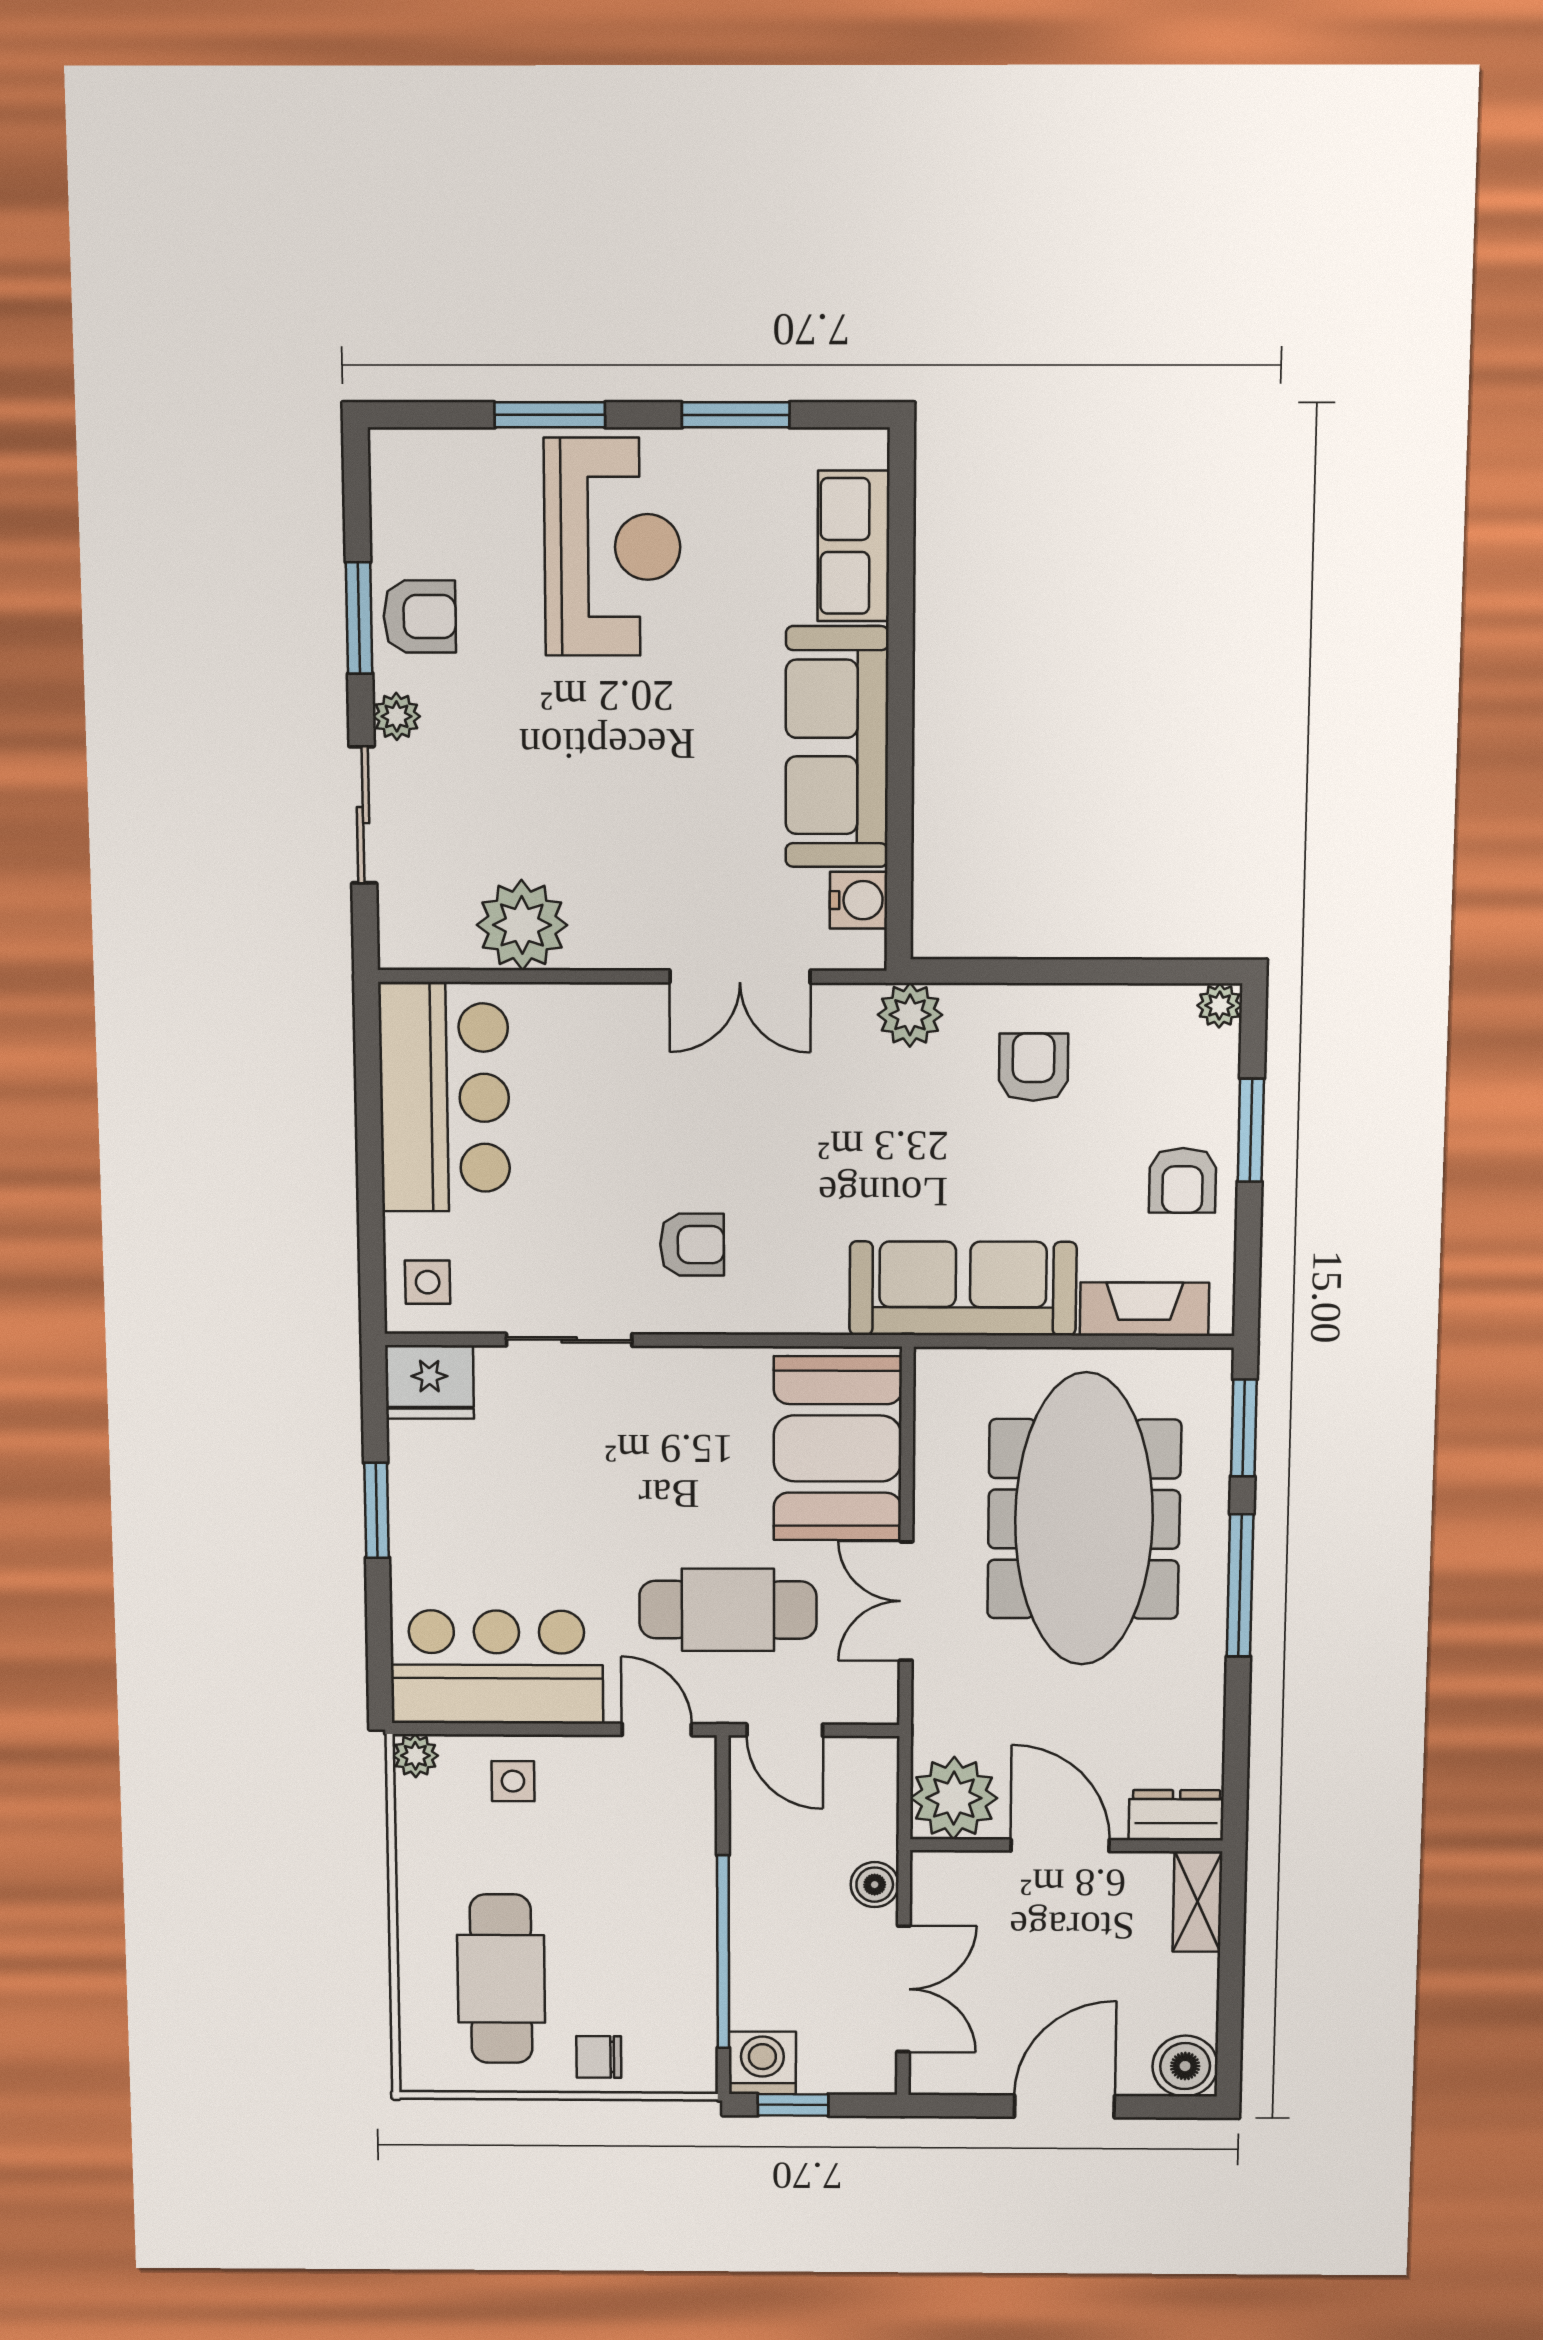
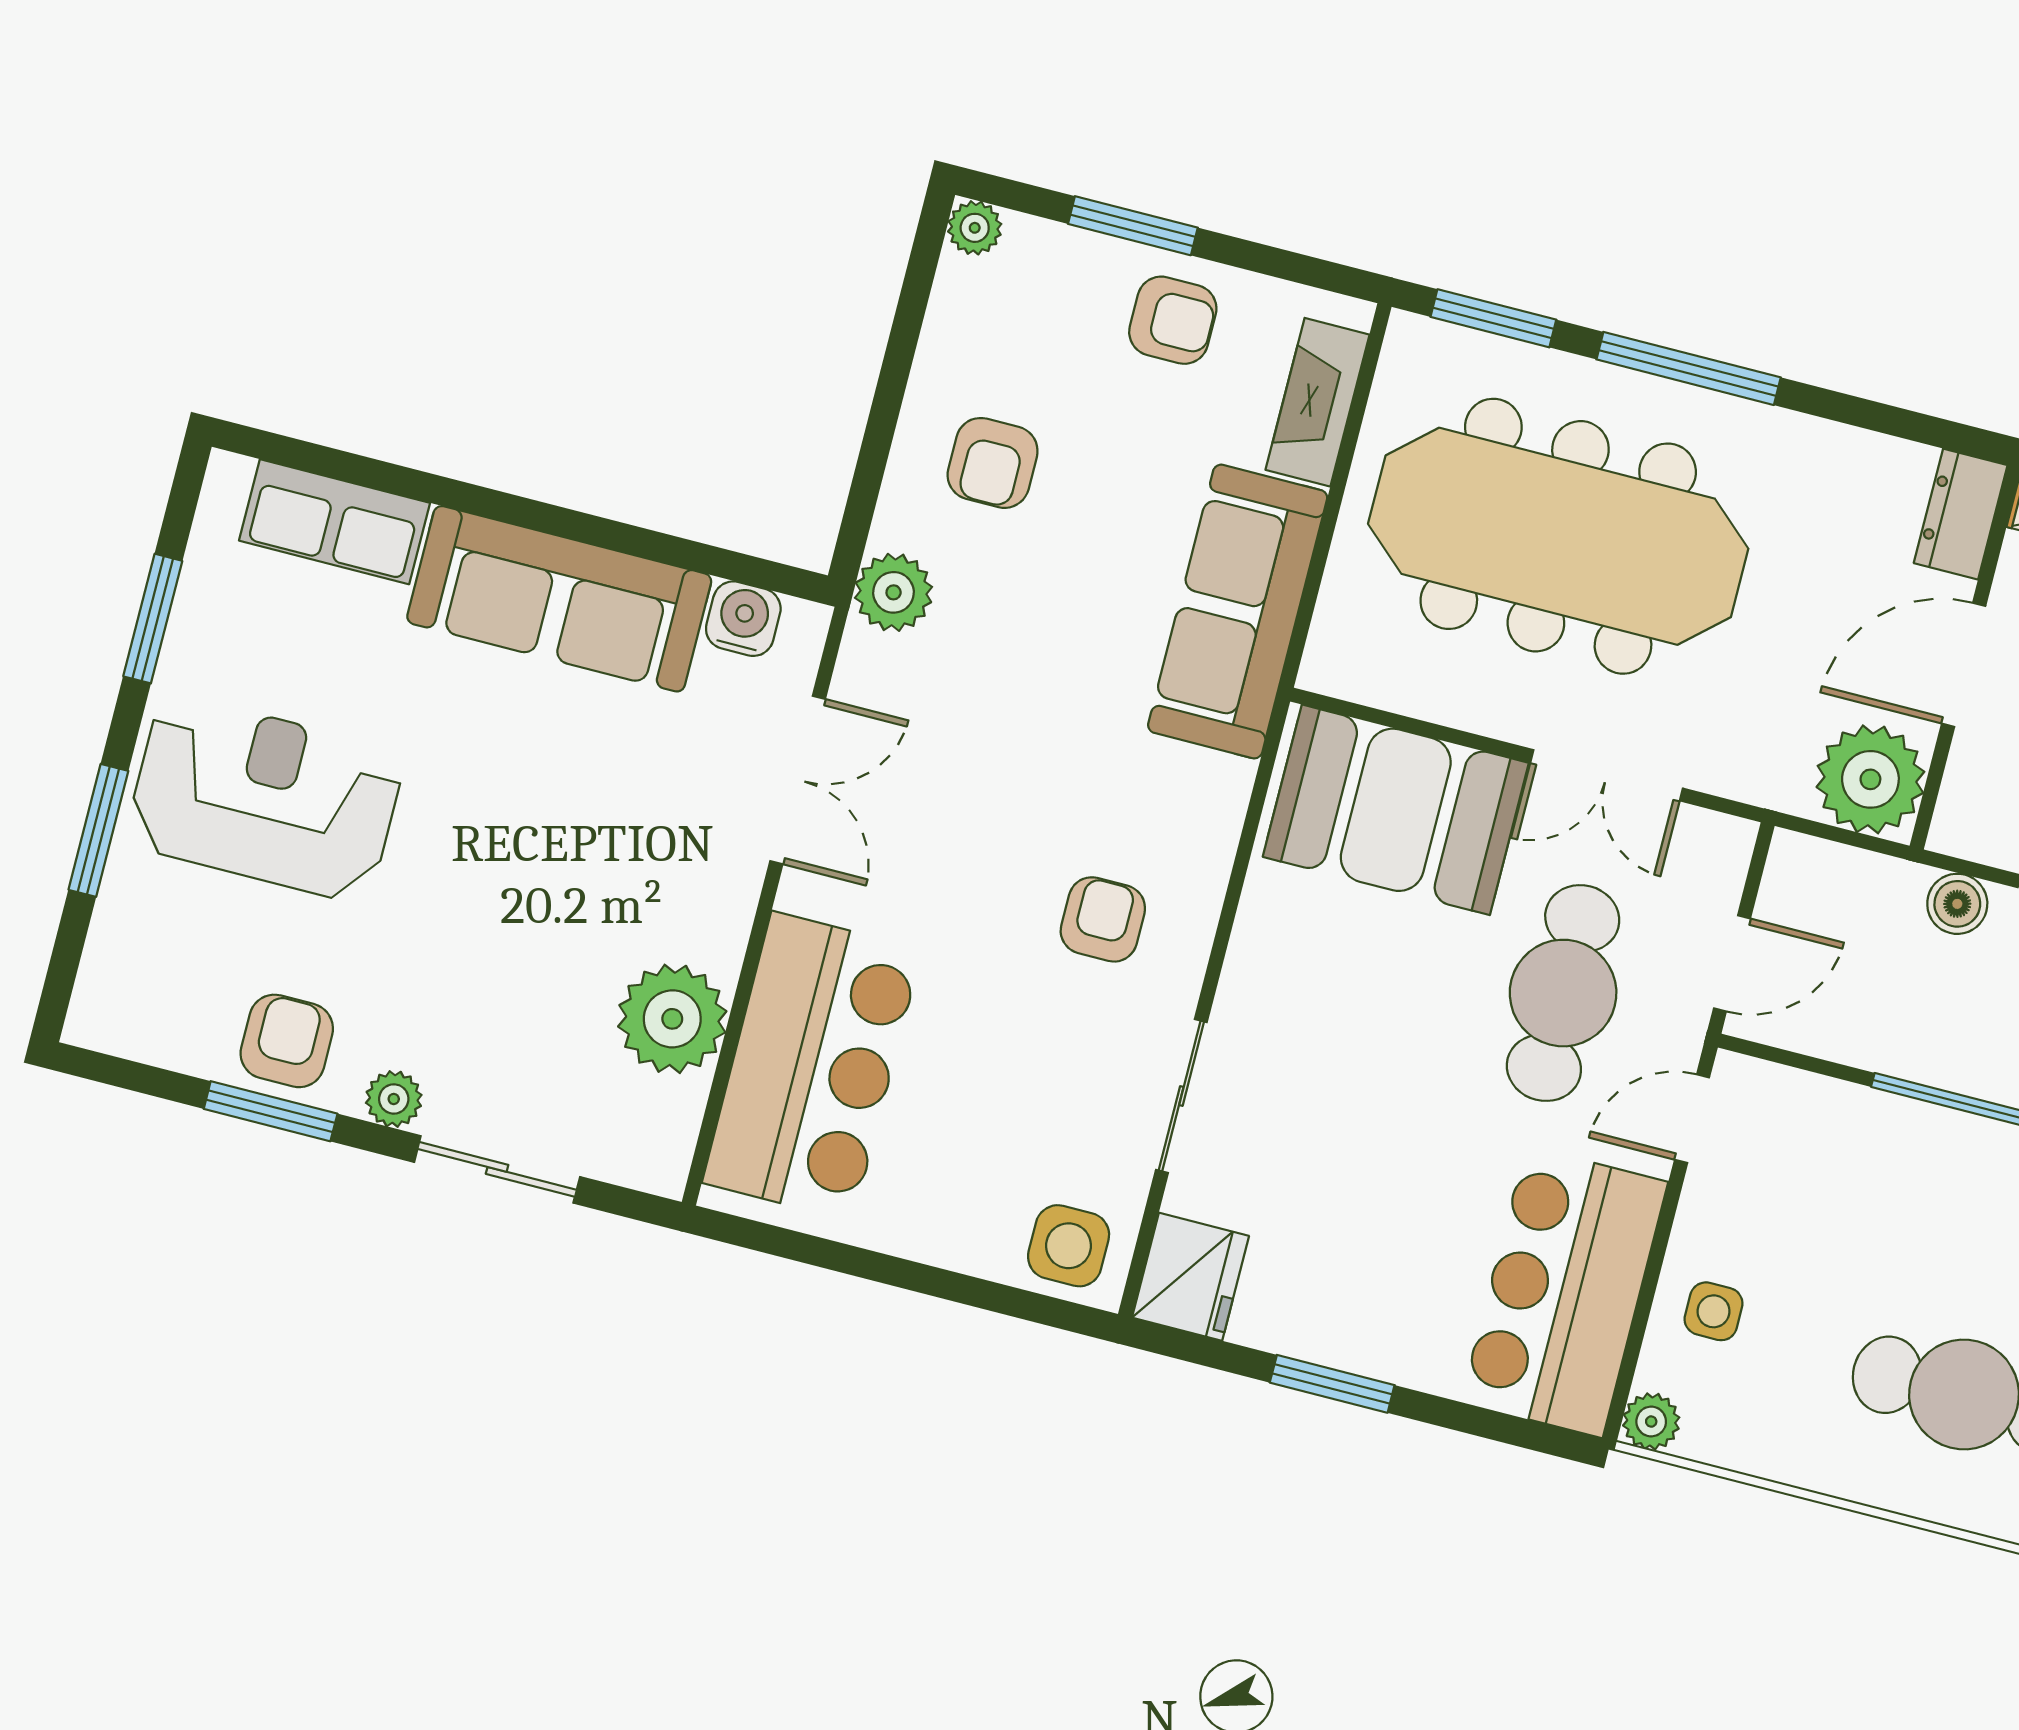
armchair: (1034, 1067) -> (993, 463), turned -90
bar counter: (444, 1098) -> (812, 1066), moved, turned 90
side table: (428, 1282) -> (1069, 1246), width x1.37, depth x1.37

